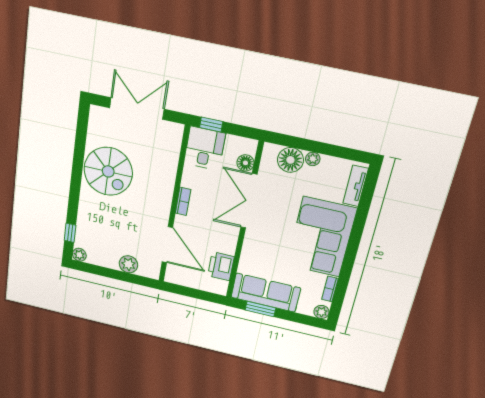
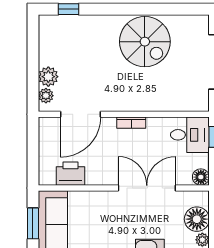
floor lamp: (245, 163) -> (201, 177), moved
spiral stairs: (108, 171) -> (145, 42), turned -90
plant: (79, 255) -> (46, 96), moved

